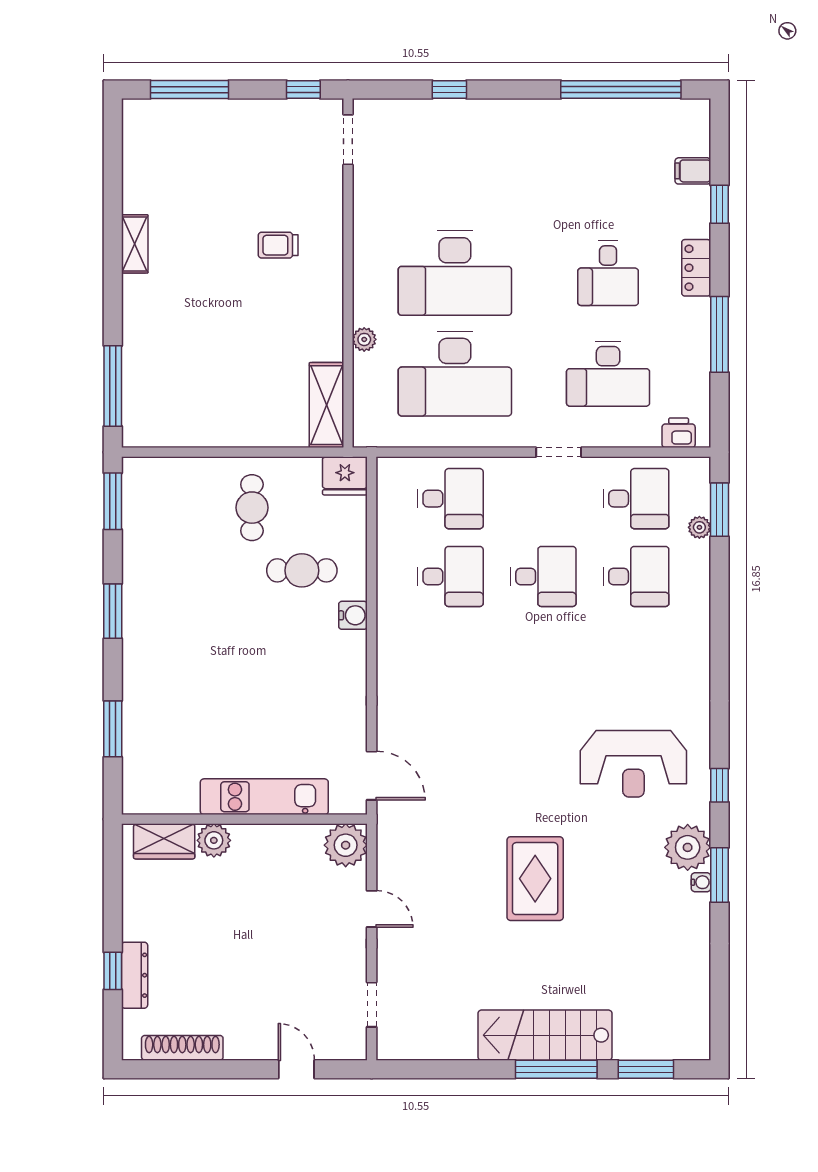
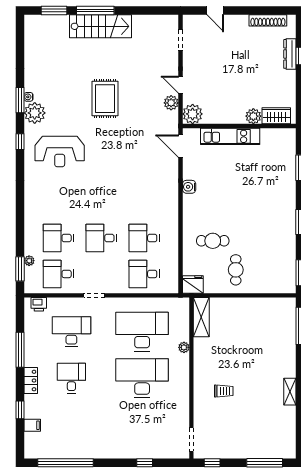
water cooler: (353, 615) -> (189, 187), moved
reception desk: (633, 764) -> (60, 152), turned 180
plant: (392, 869) -> (171, 103), added

